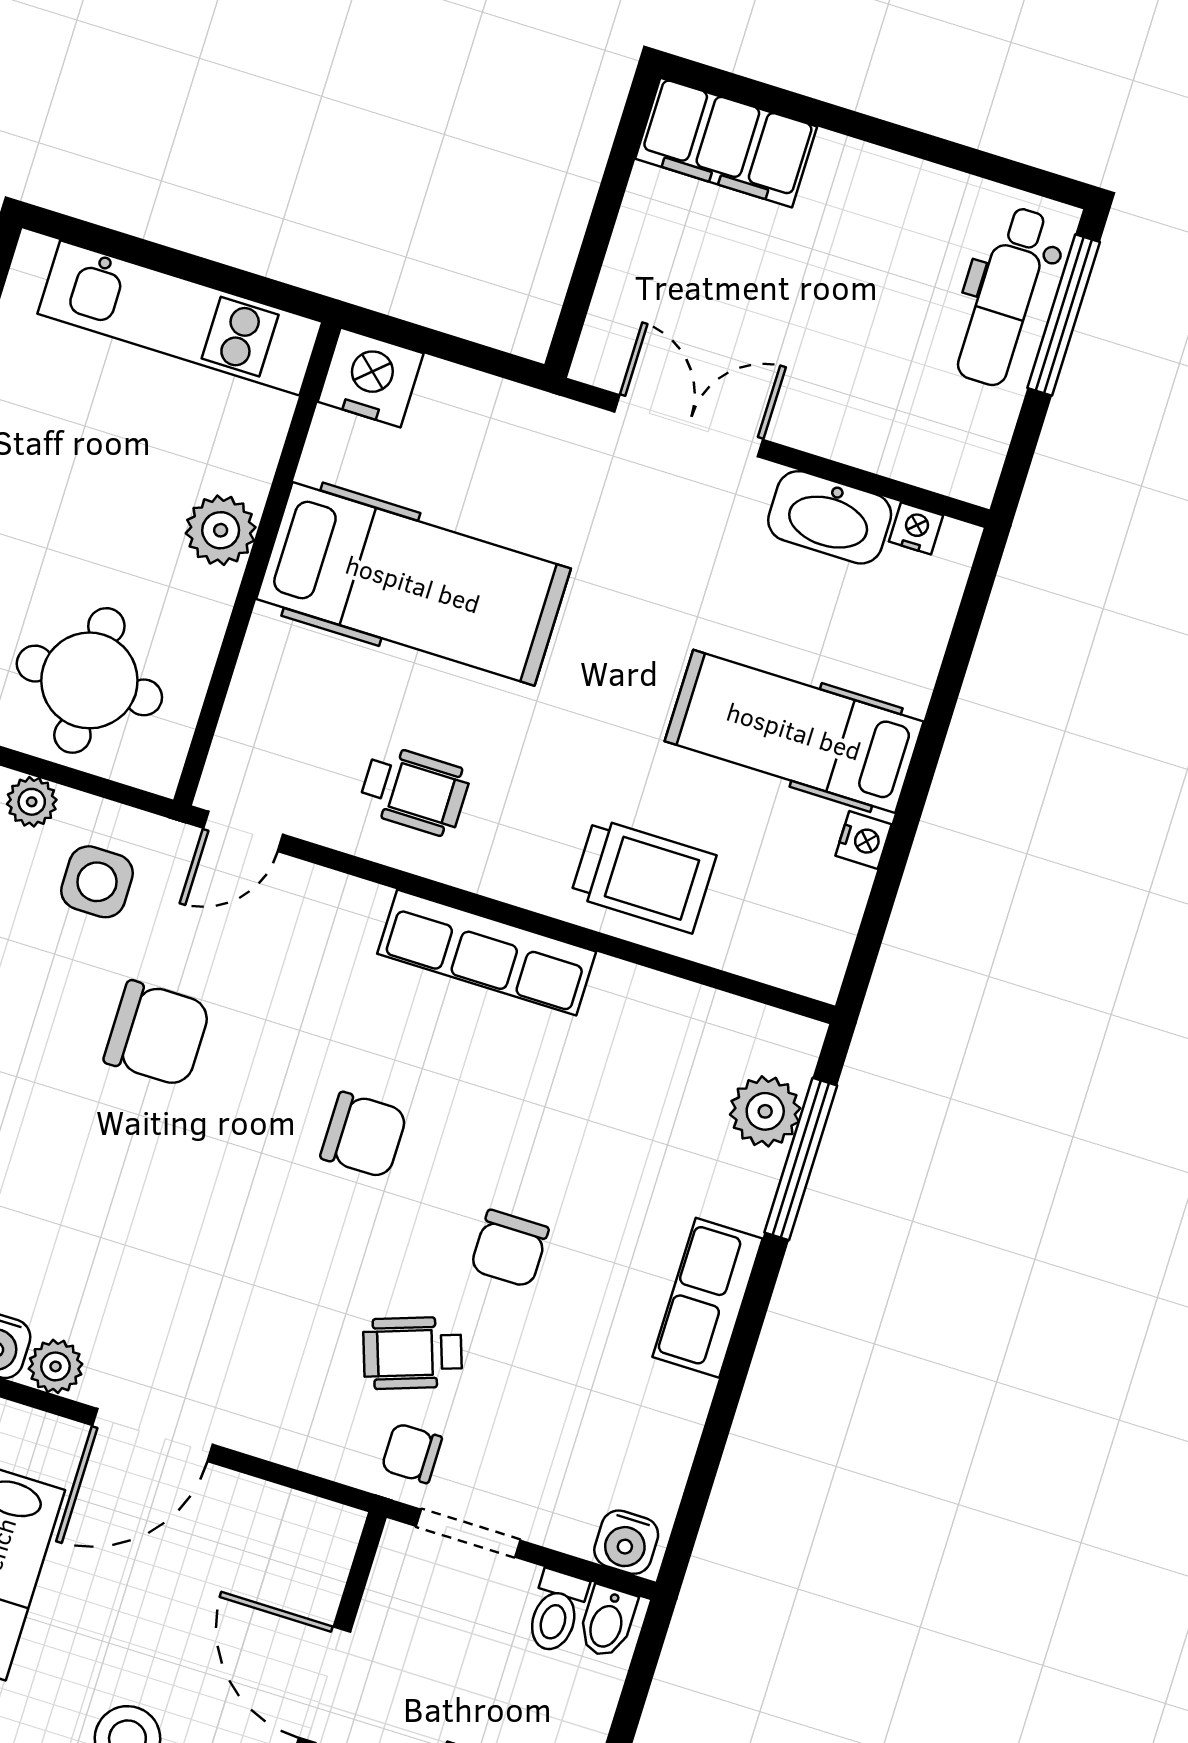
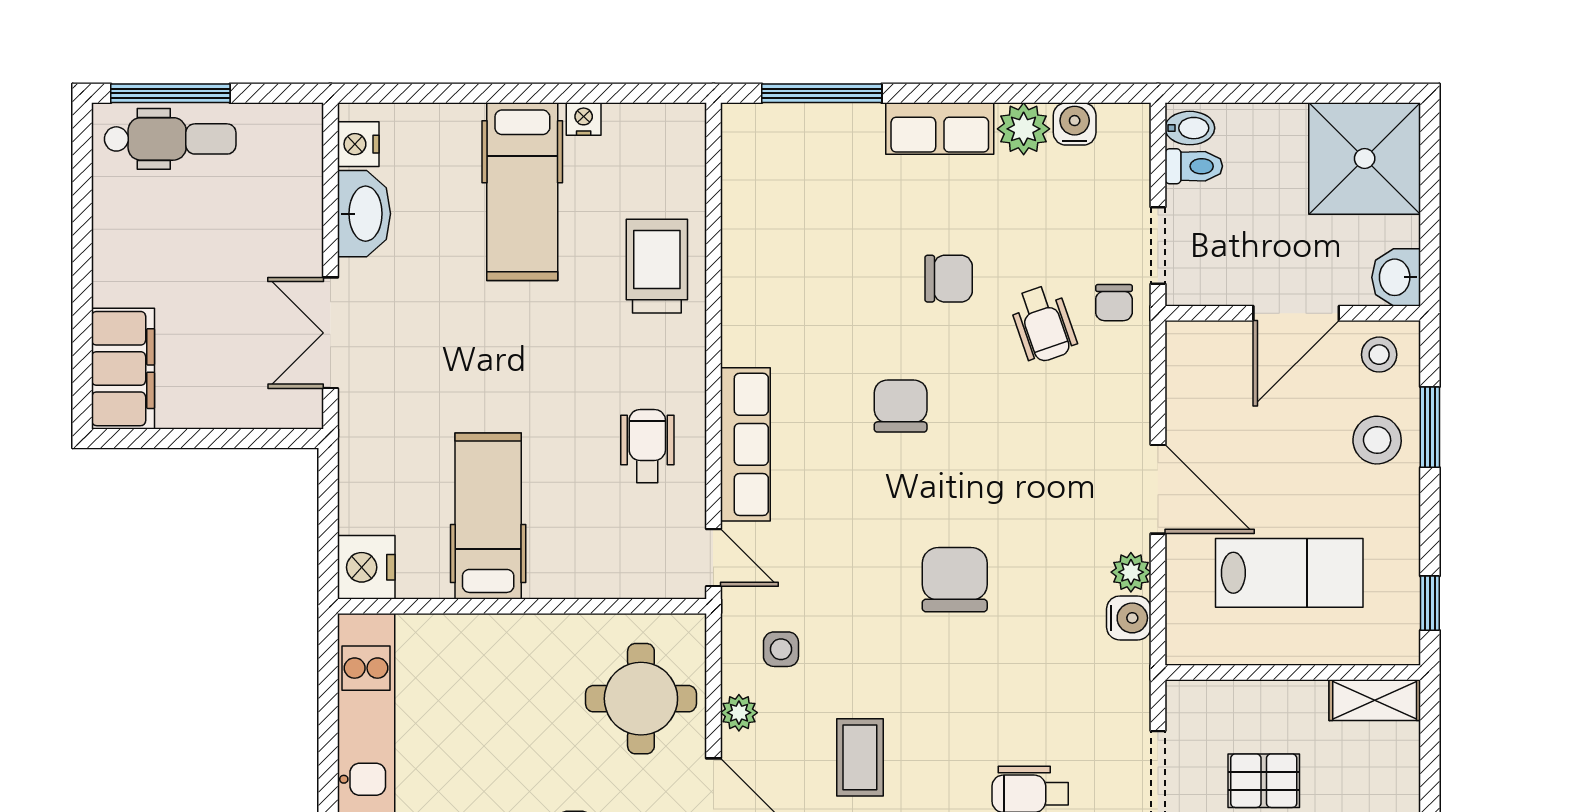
nightstand: (916, 528) -> (358, 144), width x1.39, depth x1.35
plant: (221, 530) -> (507, 639), removed
hospital bed: (413, 584) -> (488, 516), width x0.73, depth x0.78
side table: (97, 882) -> (781, 649), width x0.73, depth x0.73
row of seats: (487, 953) -> (745, 444), moved
chair: (157, 1034) -> (955, 580), moved
plant: (765, 1111) -> (1024, 129), moved
water cooler: (626, 1542) -> (1075, 124), moved, turned -90

